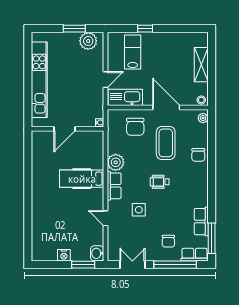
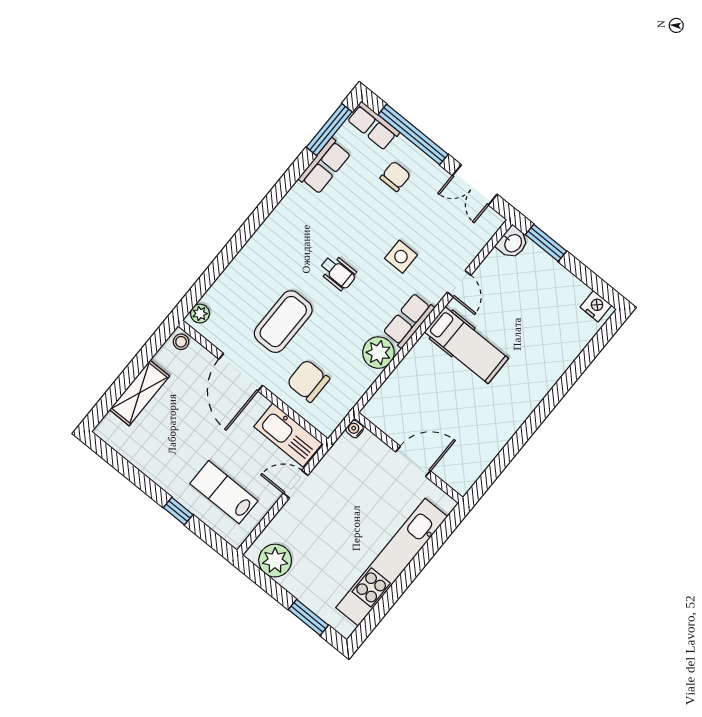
window: (74, 29) -> (308, 617), moved
lab bench: (133, 52) -> (224, 492), turned 90
chair: (135, 127) -> (308, 381), turned -90
chair: (198, 155) -> (250, 266), removed
hospital bed: (82, 179) -> (466, 345), moved
nightstand: (64, 255) -> (596, 306), moved

